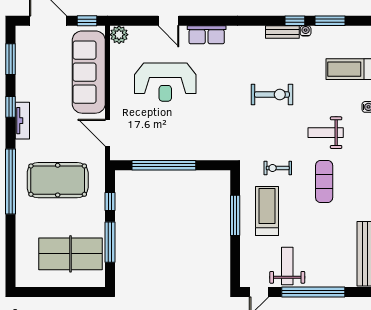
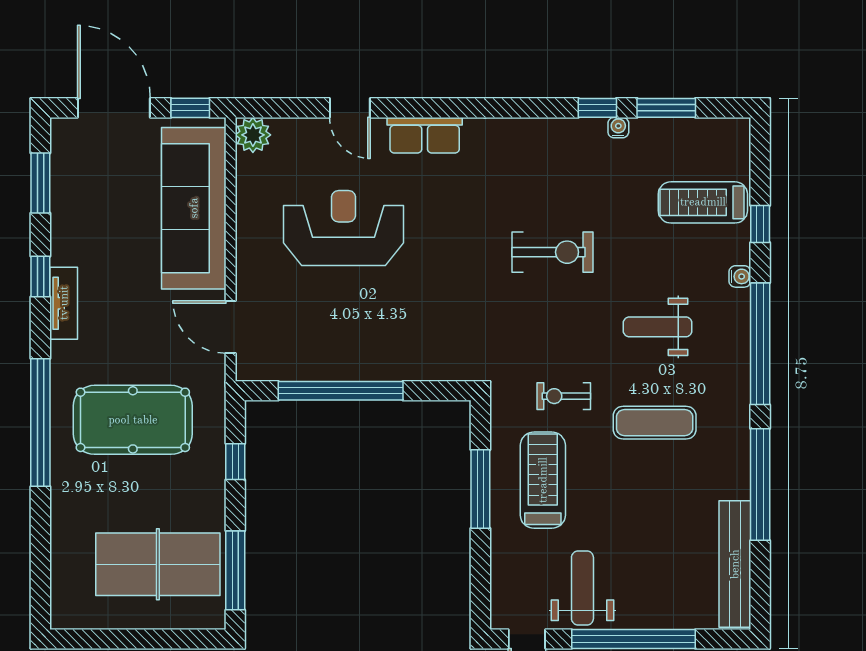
bench: (282, 32) -> (573, 130), removed
reception desk: (165, 82) -> (344, 228), turned 180
exercise mat: (324, 182) -> (655, 423), turned 90
window: (110, 242) -> (235, 570), moved

